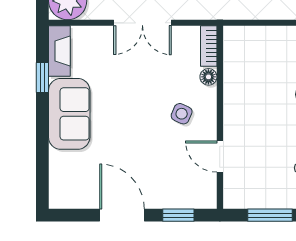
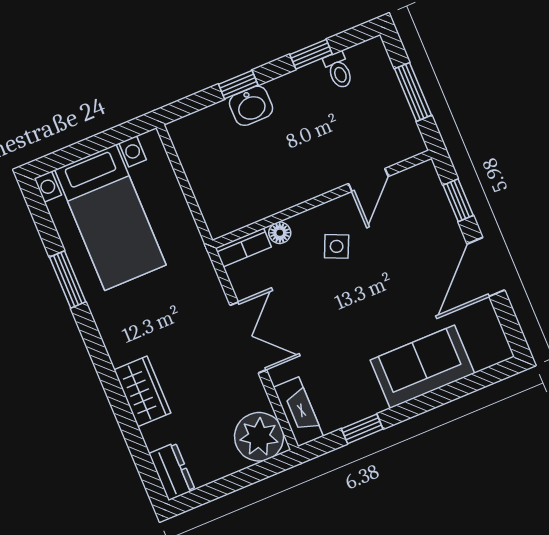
fireplace: (59, 51) -> (298, 412), moved, turned 90
sofa: (69, 114) -> (422, 367), moved

